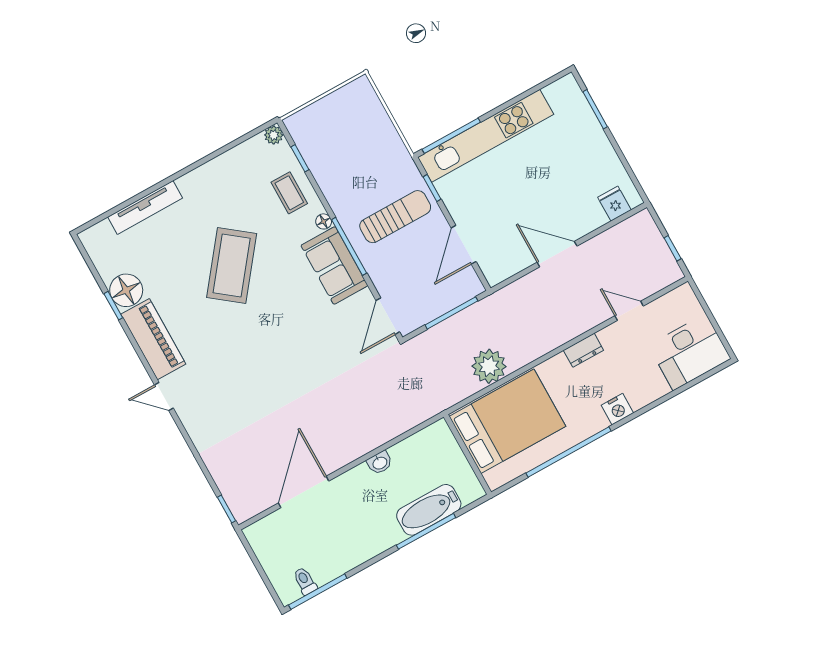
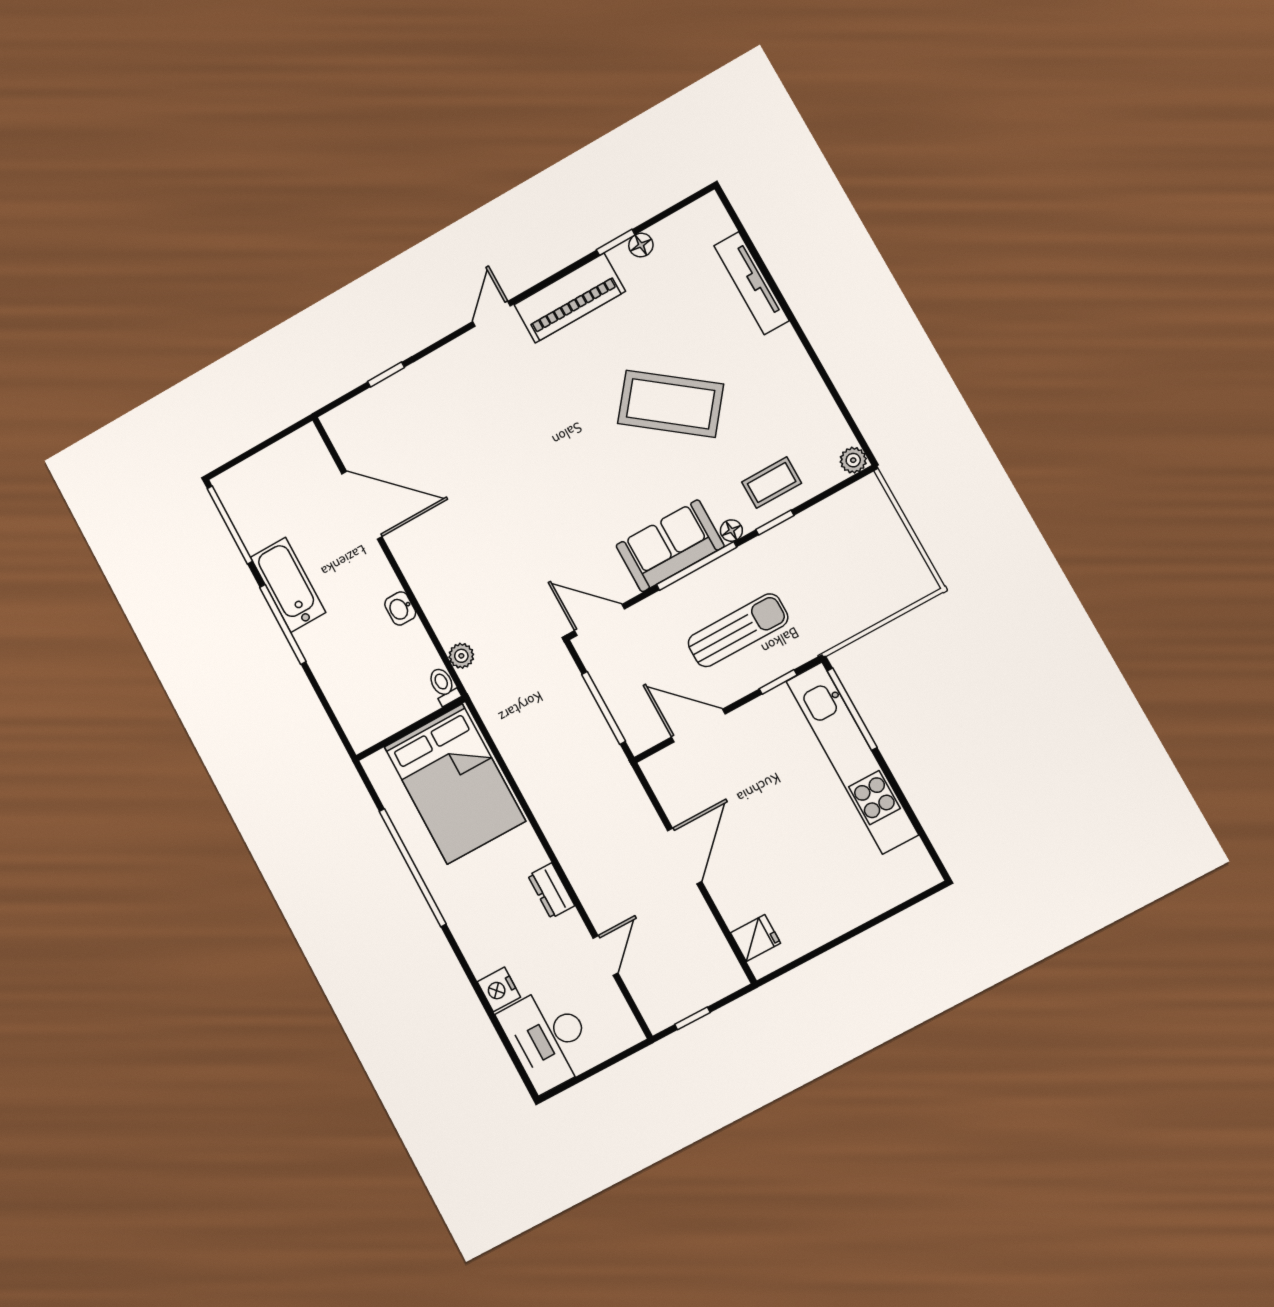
window: (595, 109) -> (890, 913), removed
window: (300, 158) -> (775, 522), moved
sun lounger: (395, 217) -> (738, 630), turned -90
floor lamp: (126, 290) -> (641, 245), width x0.53, depth x0.53
plant: (489, 366) -> (461, 656), moved, width x0.53, depth x0.53
nightstand: (617, 409) -> (499, 989), moved
window: (227, 509) -> (386, 375), moved
bathtub: (429, 510) -> (288, 585), moved
window: (426, 531) -> (283, 624), moved
toilet: (305, 581) -> (444, 686), moved, turned -90

